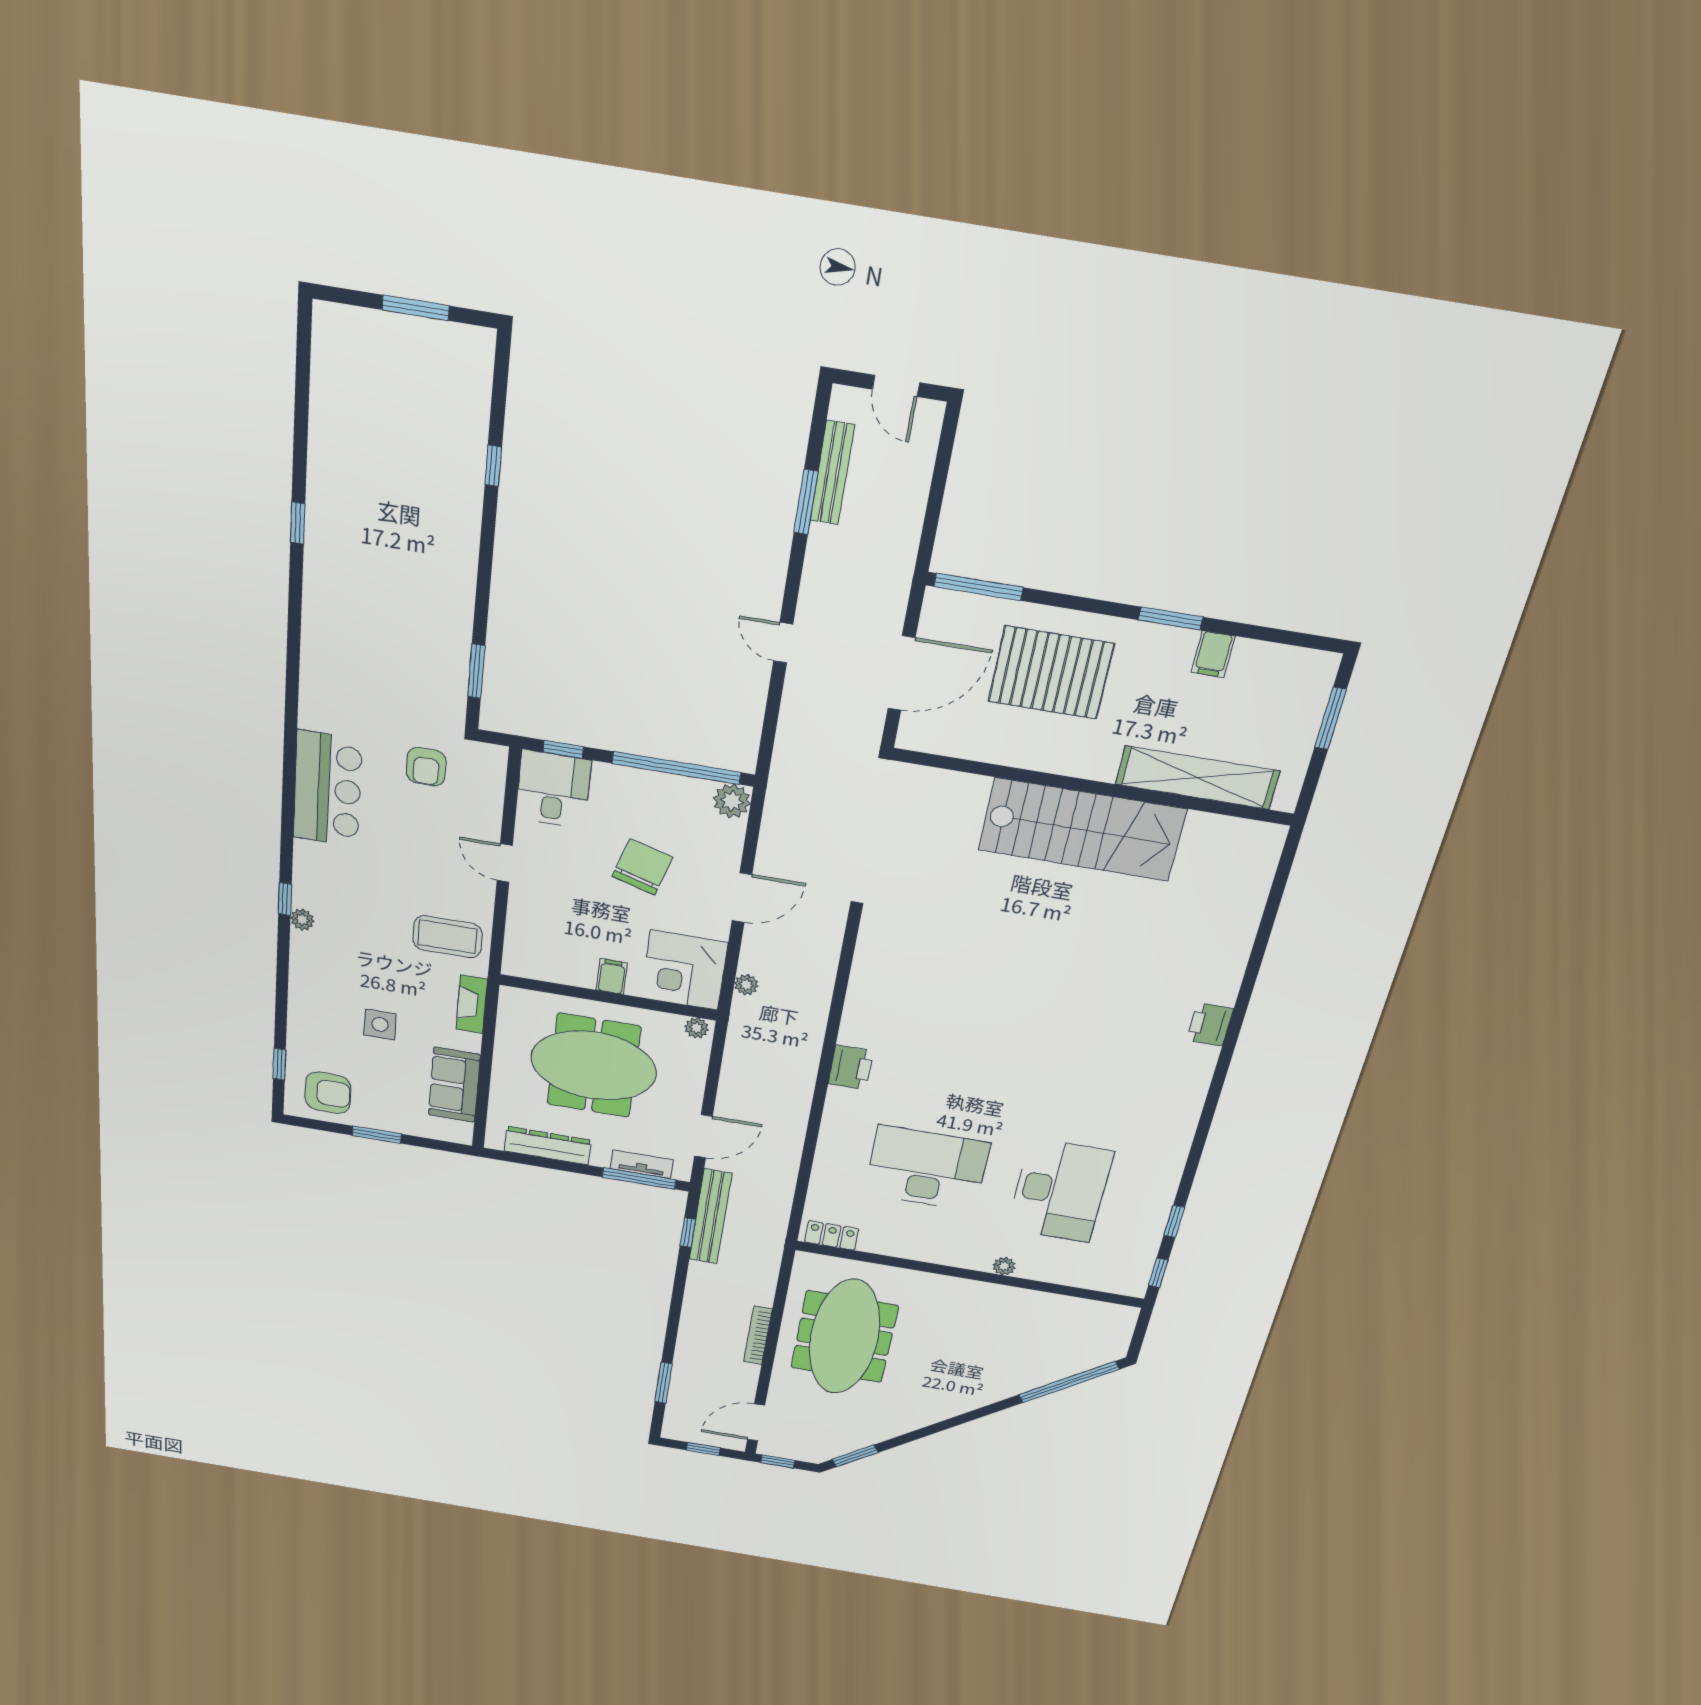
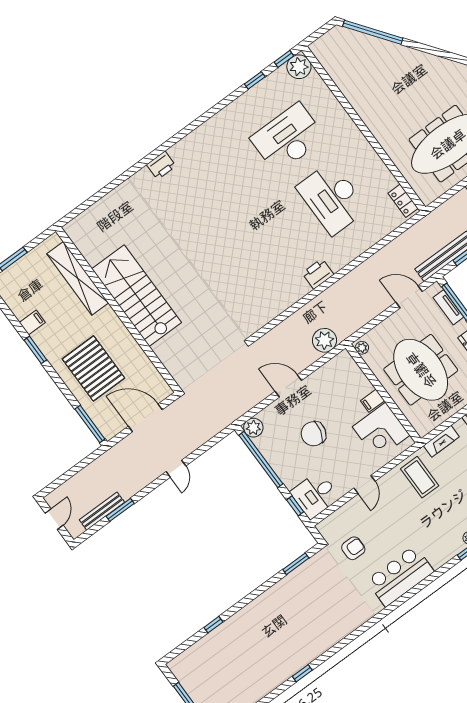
corner desk: (684, 970) -> (381, 431), moved, turned 90
plant: (746, 985) -> (324, 340), width x1.88, depth x1.88
plant: (1004, 1266) -> (299, 67), moved, width x1.88, depth x1.88

